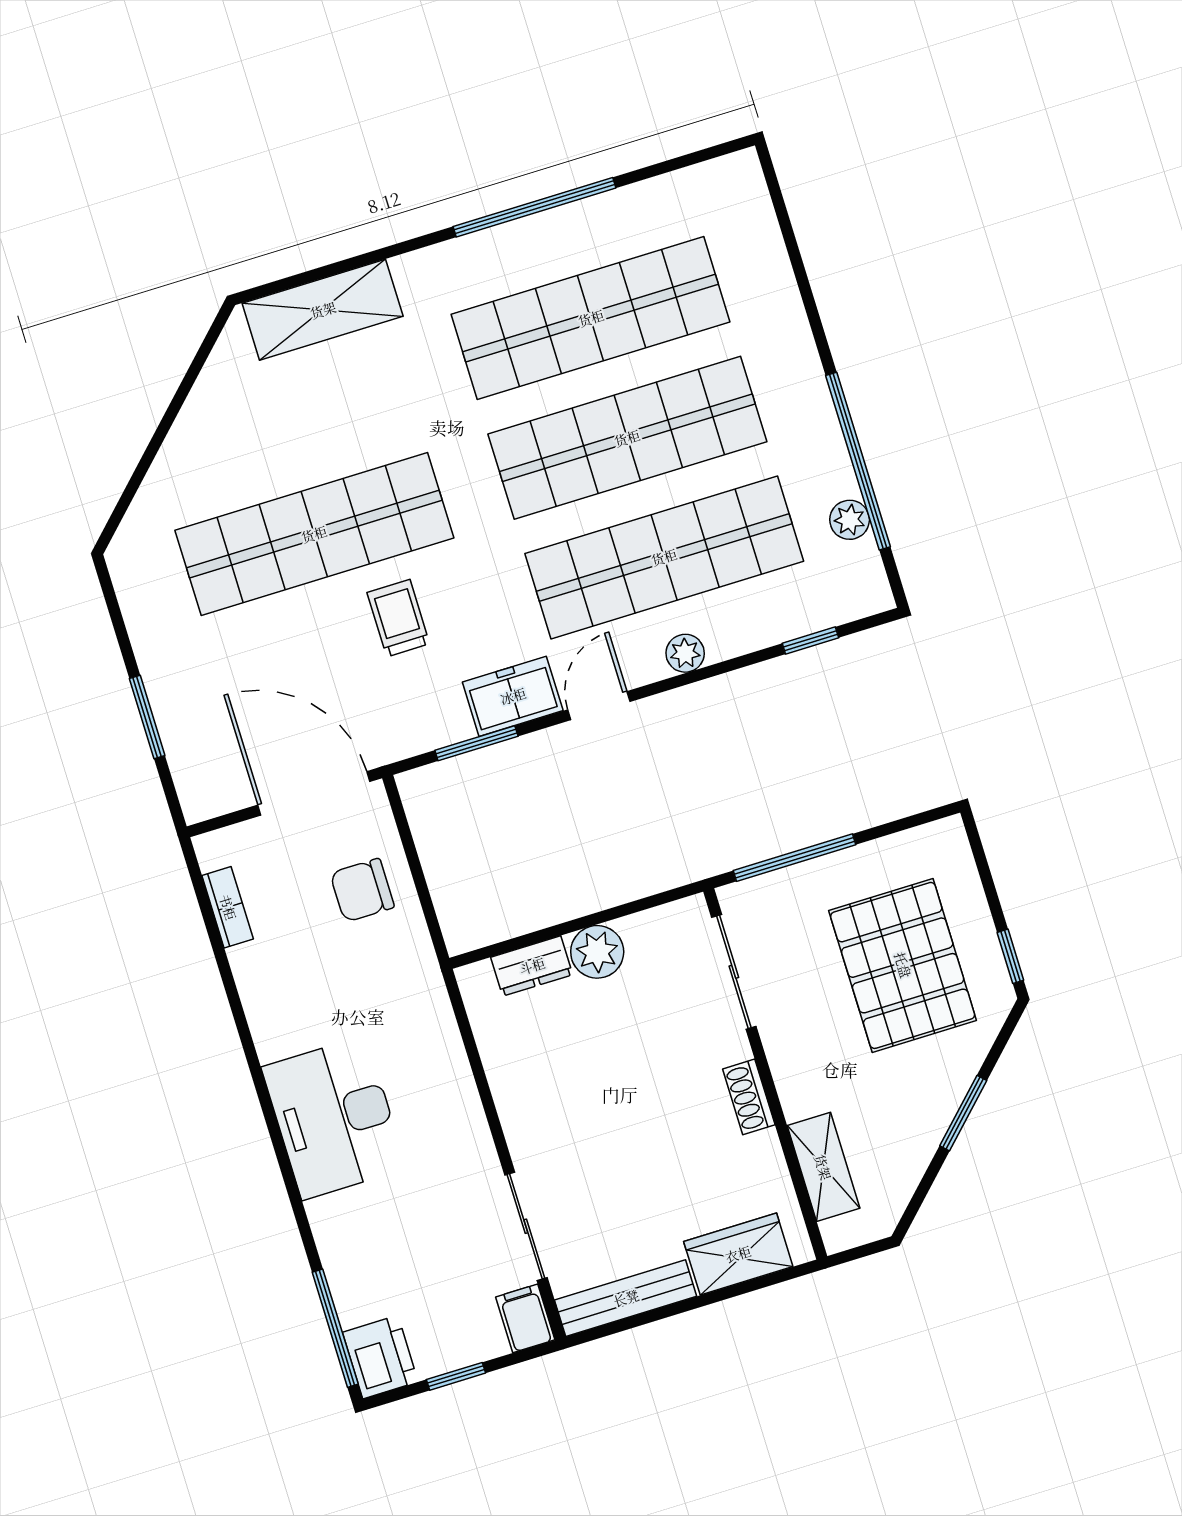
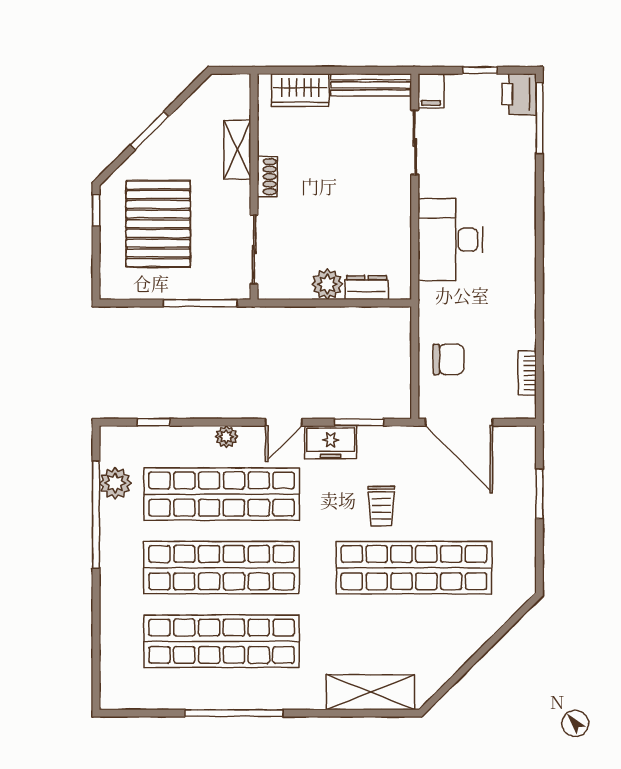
plant: (850, 520) -> (115, 483), width x1.38, depth x1.38
desk: (334, 1118) -> (450, 240), moved, turned 180
shelving: (823, 1167) -> (237, 150), moved

